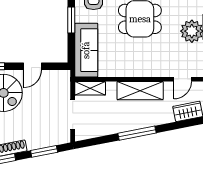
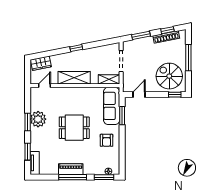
window: (71, 20) -> (122, 116), moved
door: (32, 66) -> (139, 95), moved
window: (137, 133) -> (76, 48), width x0.46

